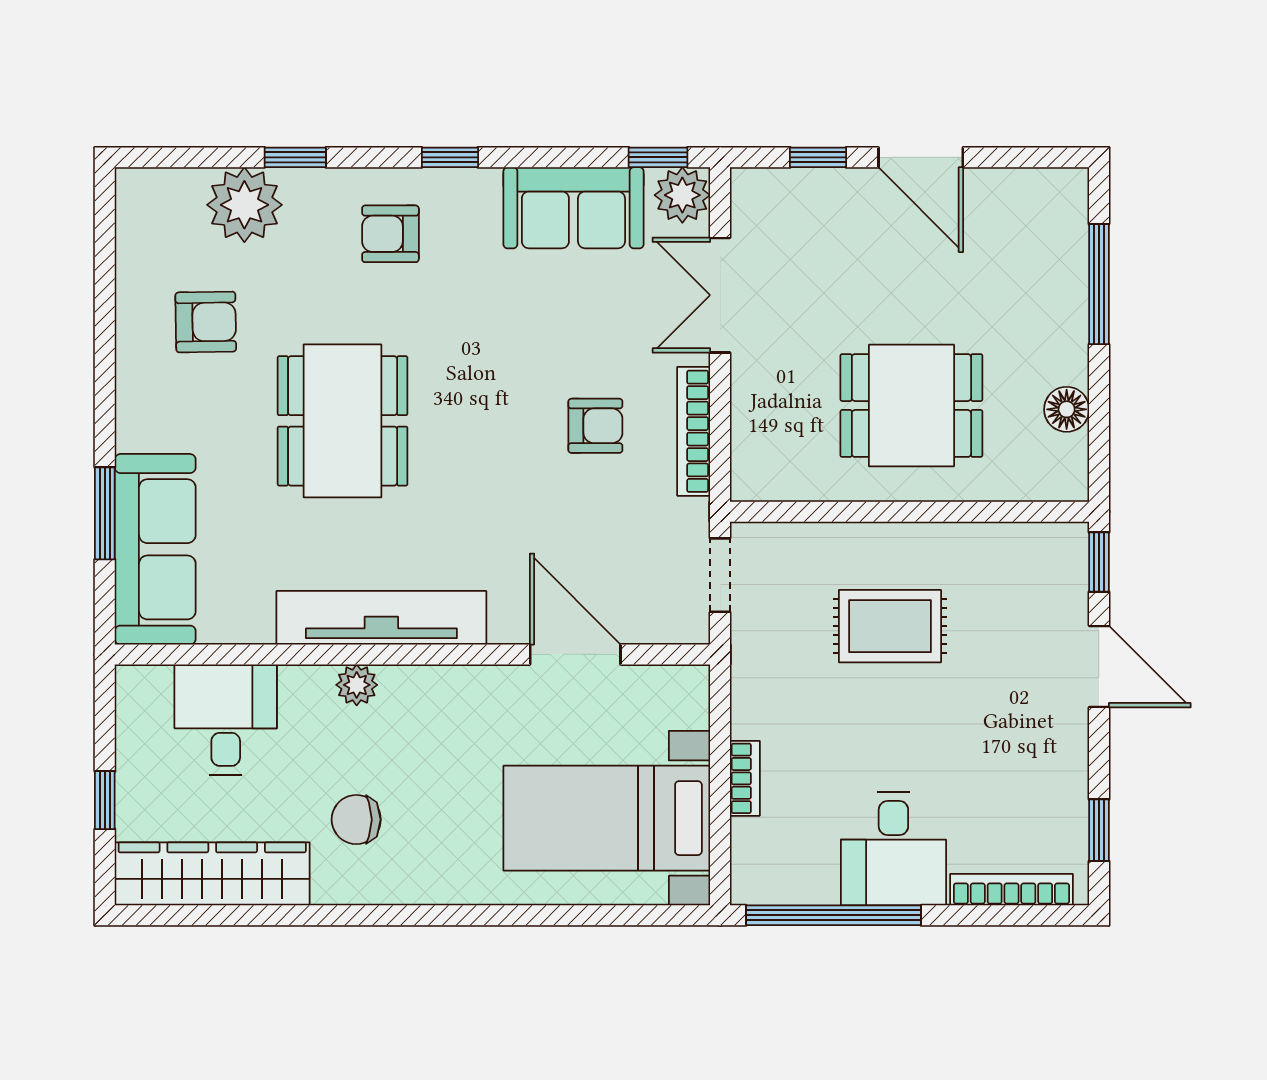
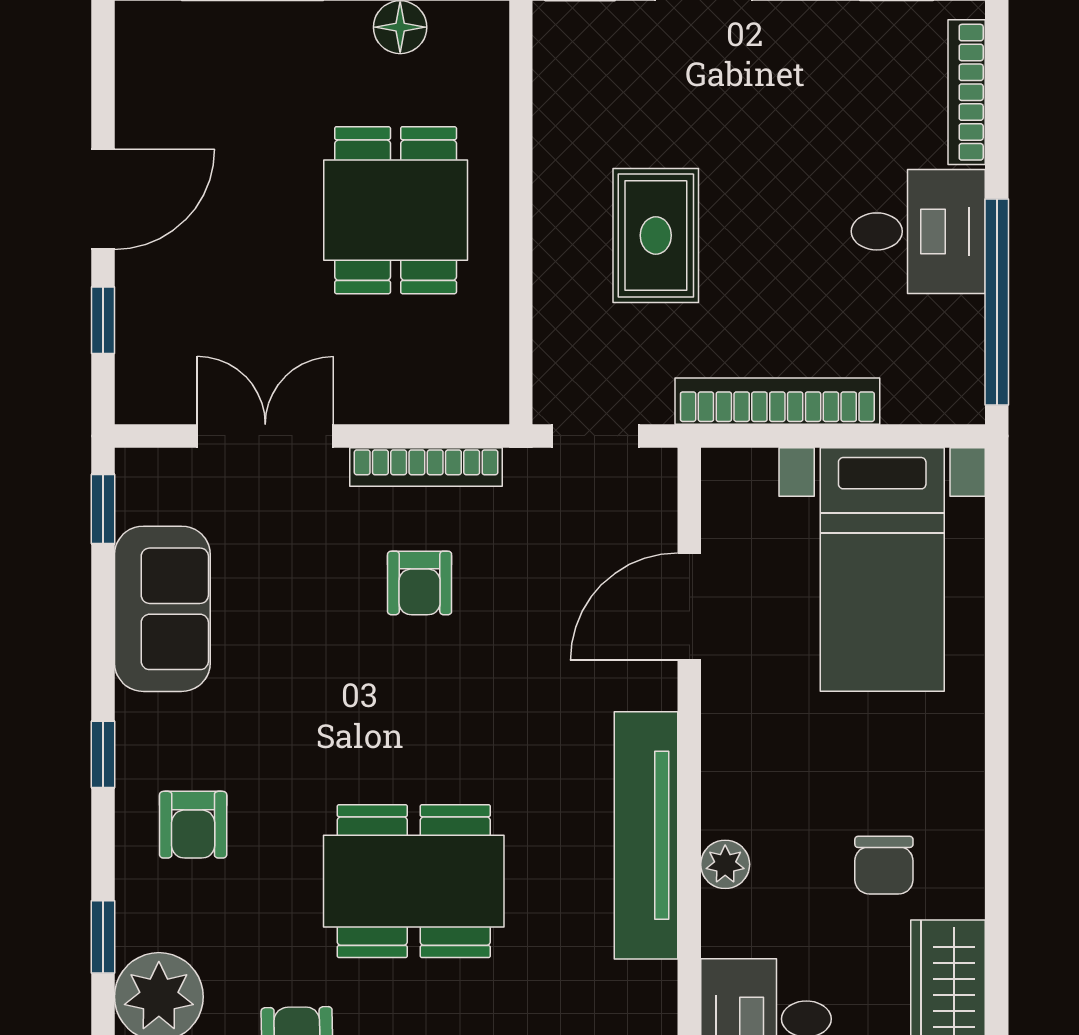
plant: (682, 195) -> (147, 480), removed
double door: (720, 295) -> (265, 436), swing flipped
armchair: (595, 426) -> (420, 583), turned 180
bookcase: (745, 778) -> (777, 401), width x2.31, depth x1.31

